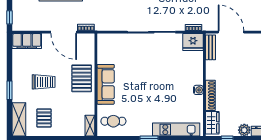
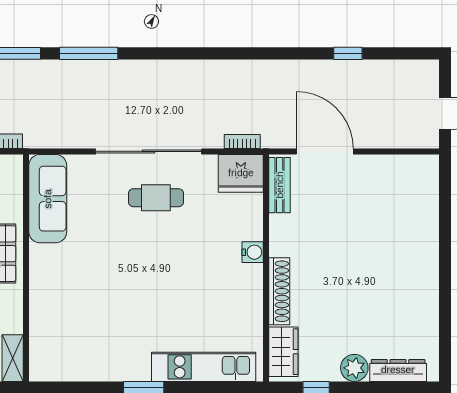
sofa: (106, 84) -> (48, 199), moved
water cooler: (198, 90) -> (253, 252), moved
cafe table: (113, 121) -> (156, 198), moved

